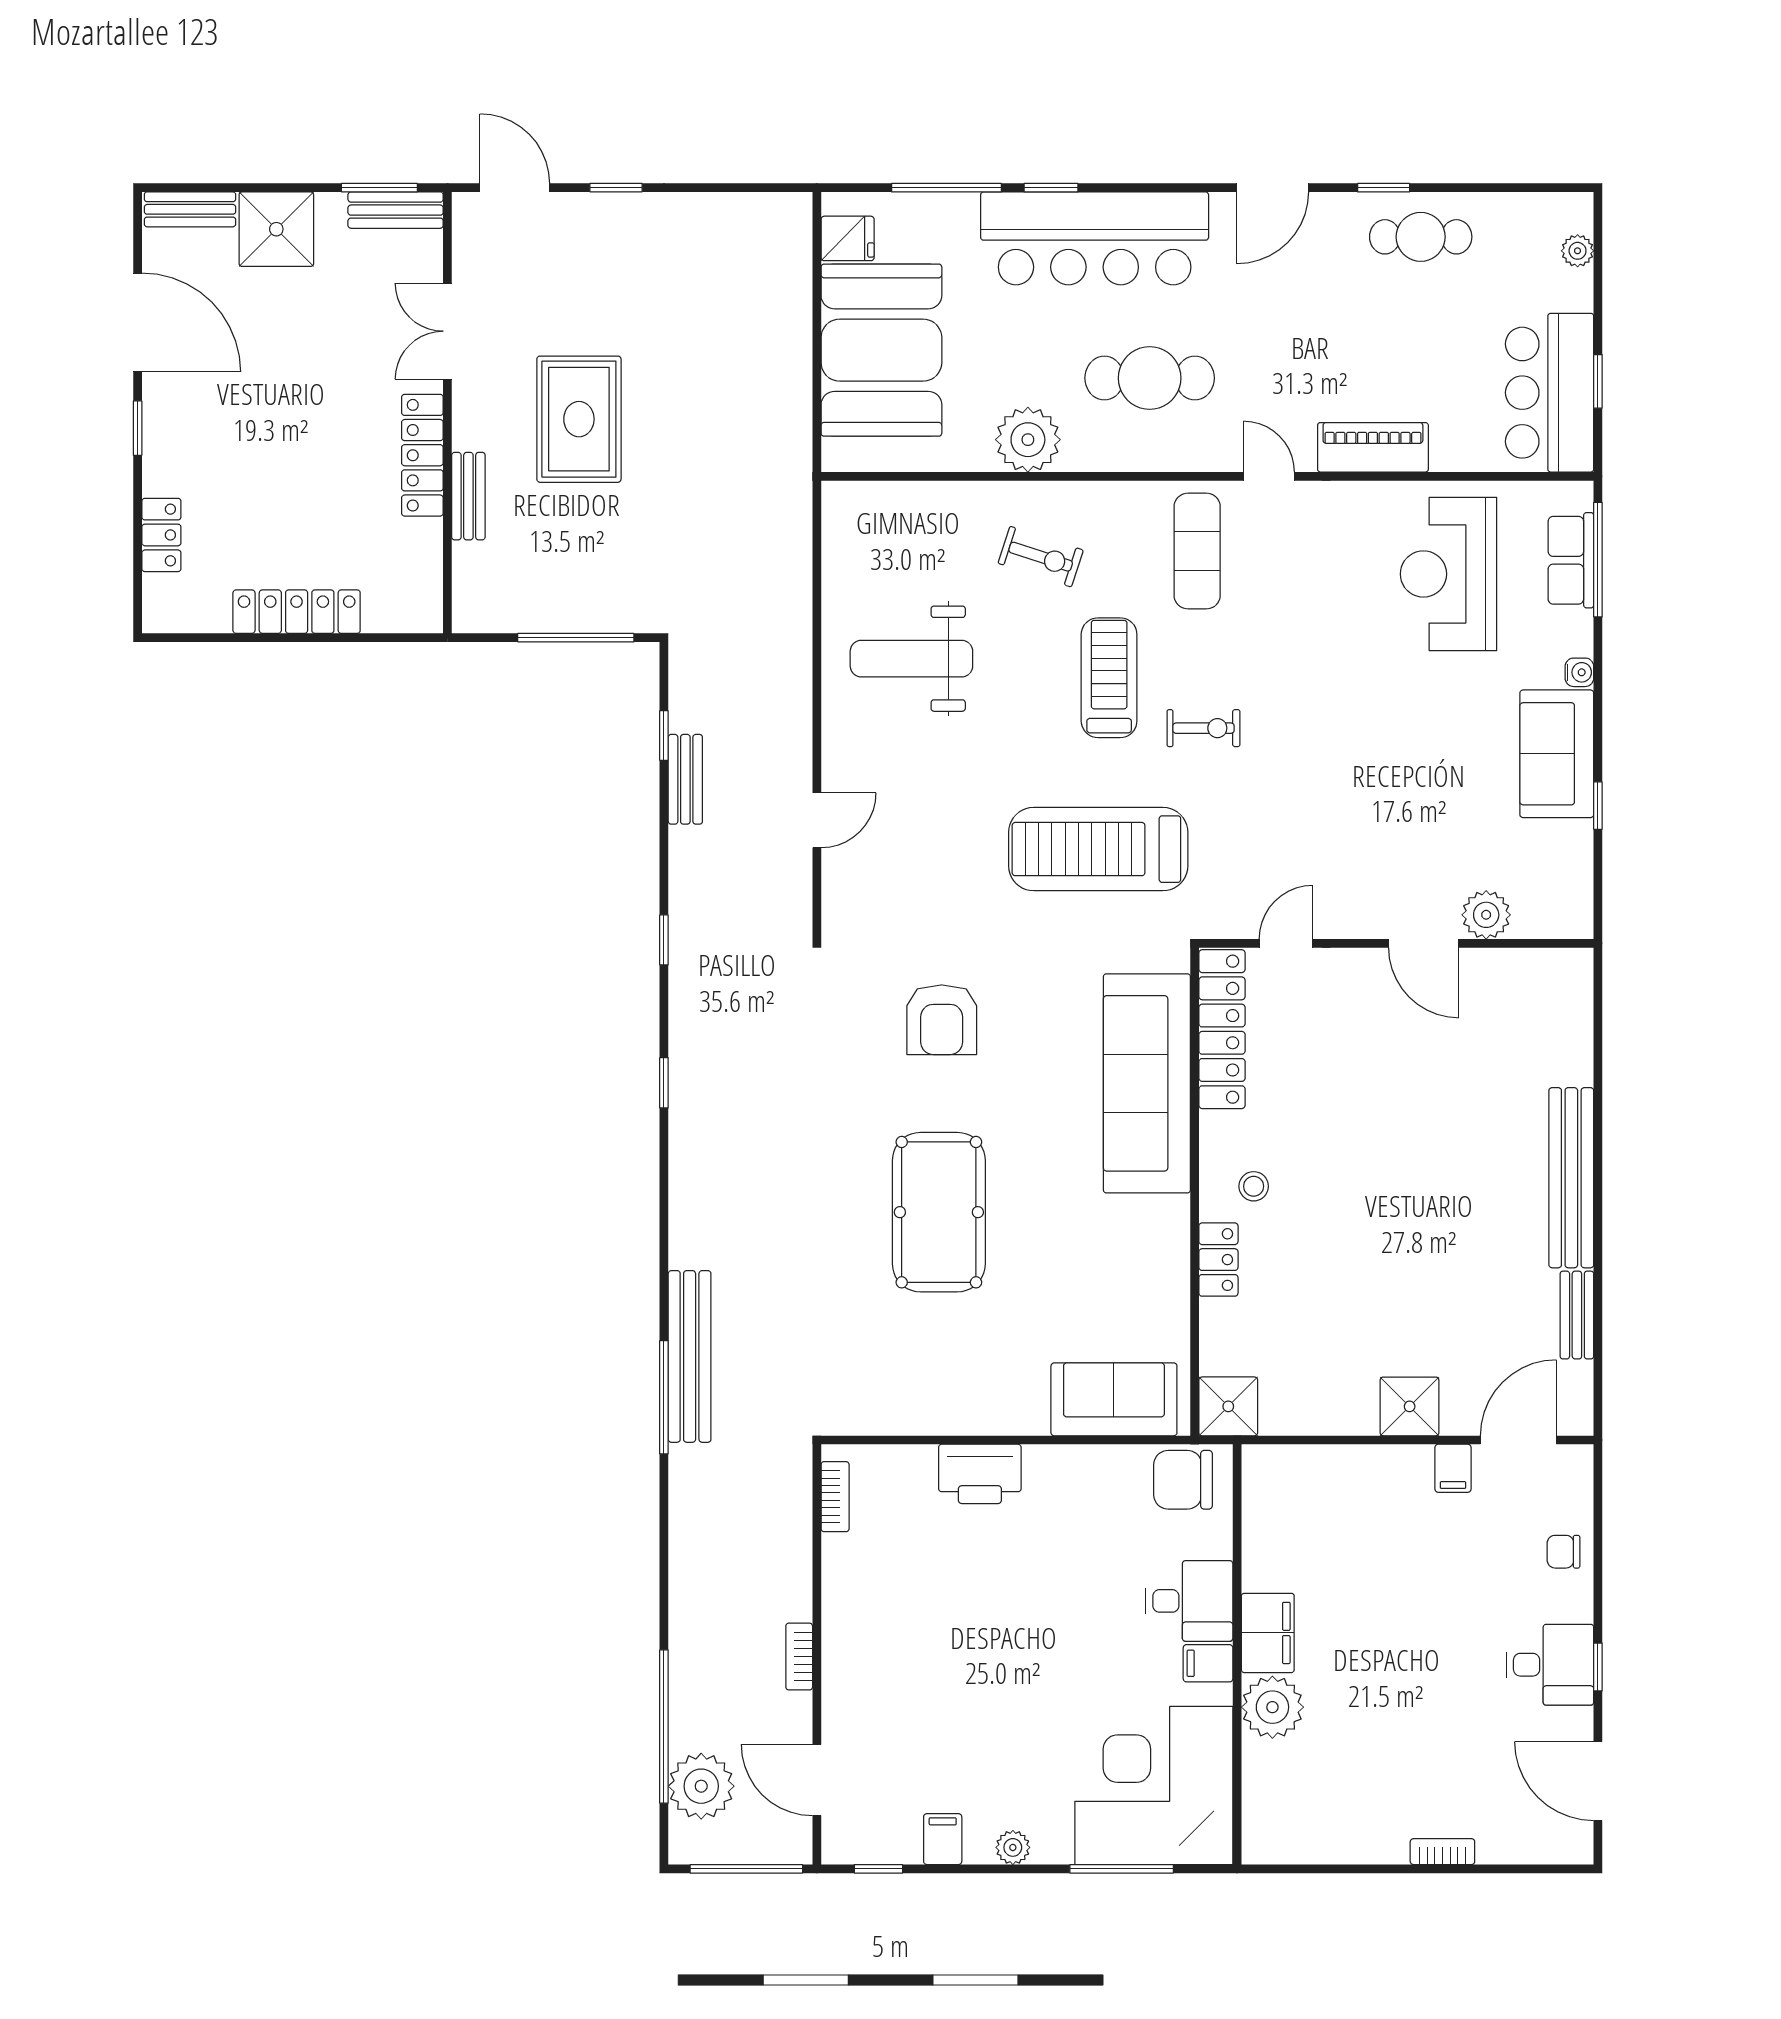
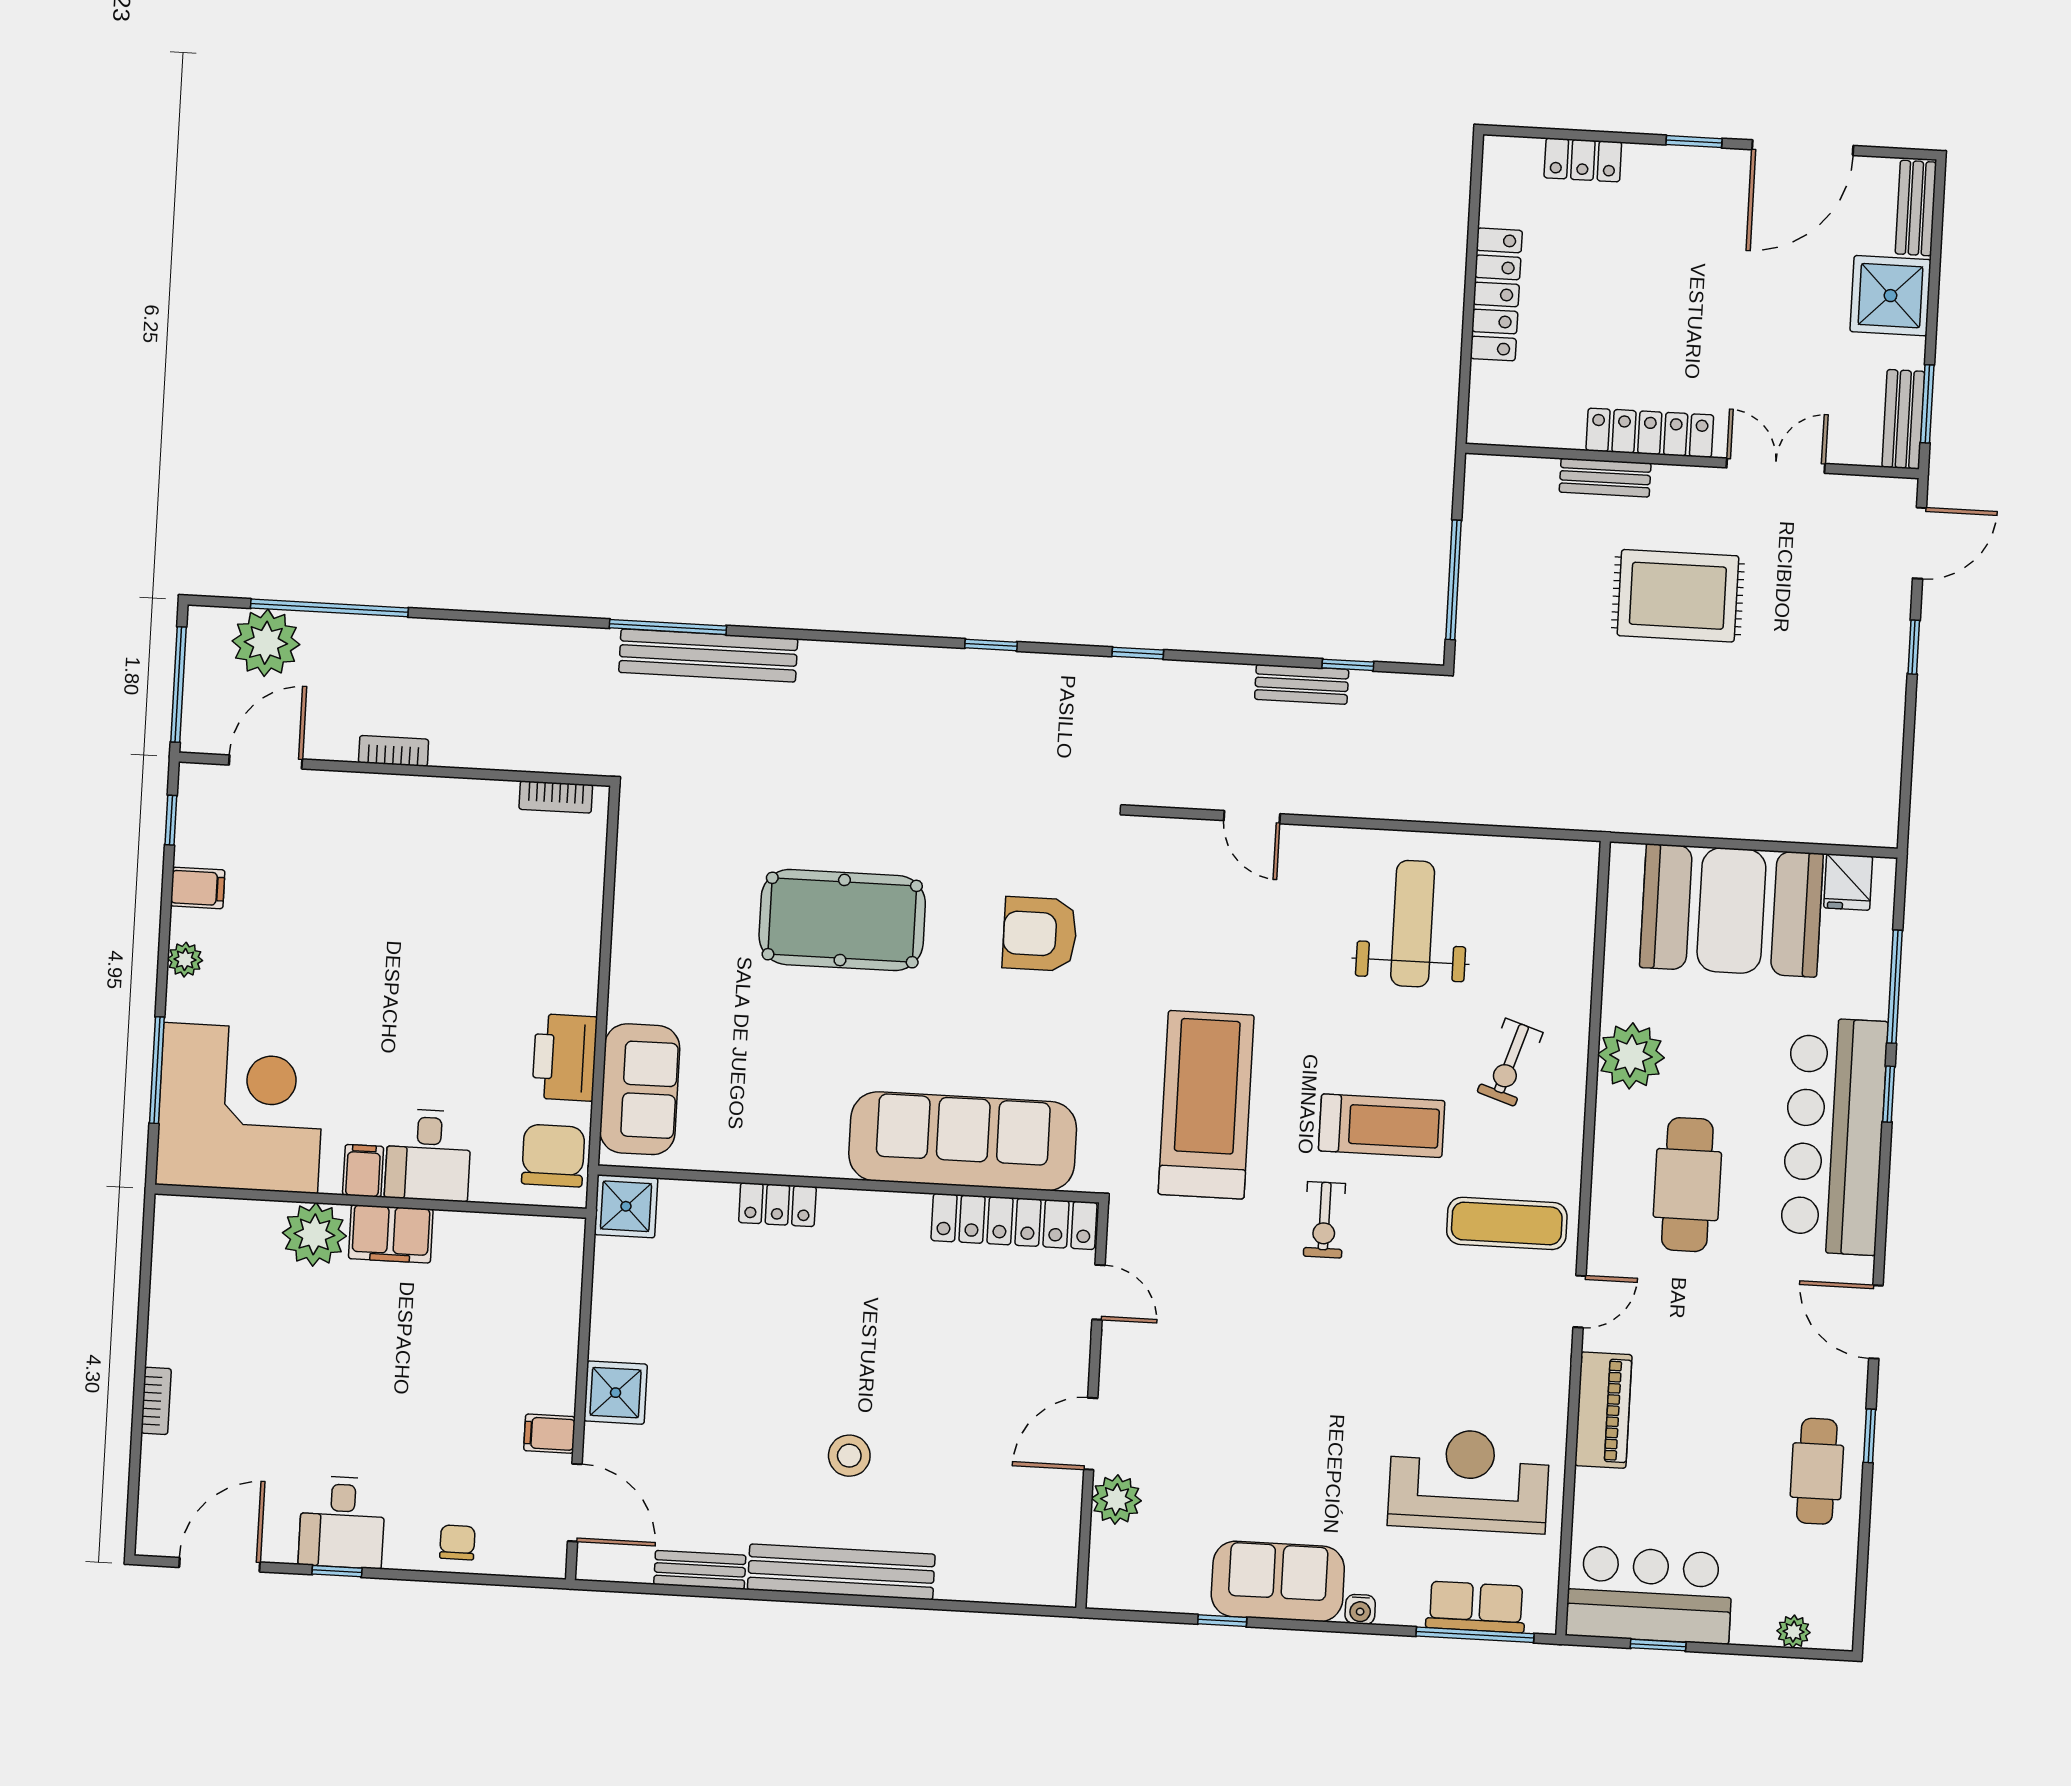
stool: (1254, 1186) -> (849, 1456), moved, width x1.37, depth x1.37
printer: (980, 1474) -> (565, 1057), moved

